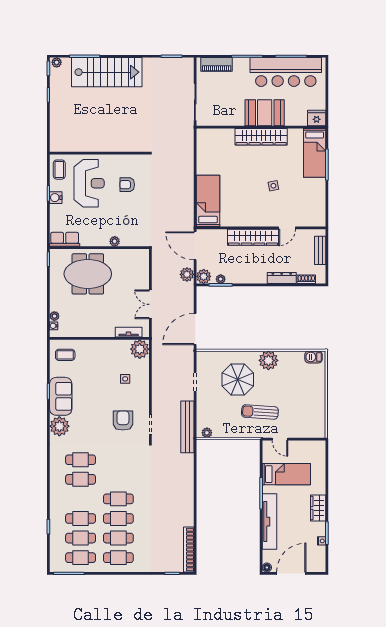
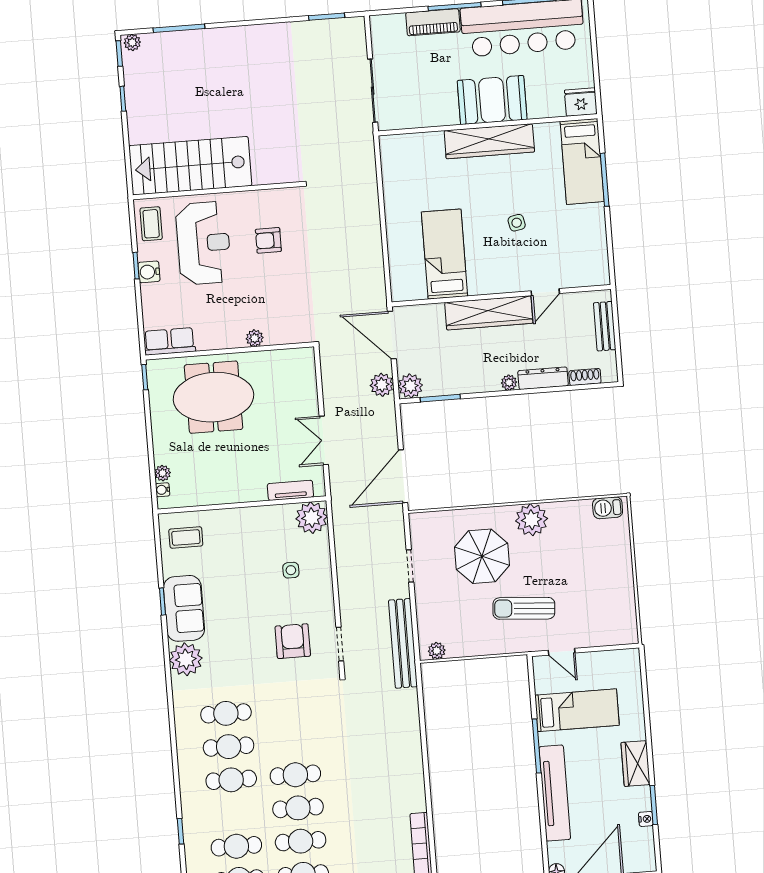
piano: (217, 64) -> (433, 22), moved
stairs: (107, 72) -> (190, 166), moved, turned 180
bed: (208, 201) -> (445, 254), moved
plant: (221, 279) -> (509, 383), moved
cafe table: (81, 518) -> (231, 780), moved

